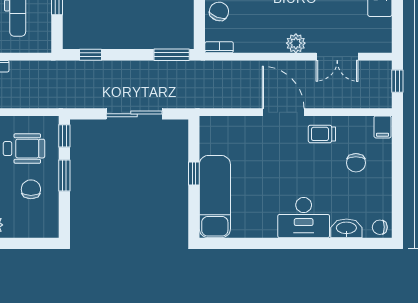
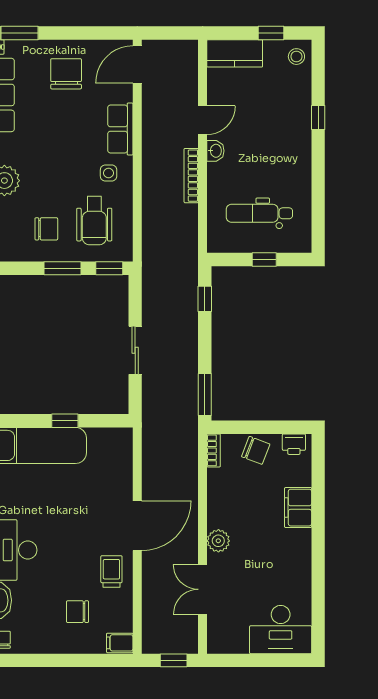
sliding door: (134, 114) -> (135, 350), width x0.73

